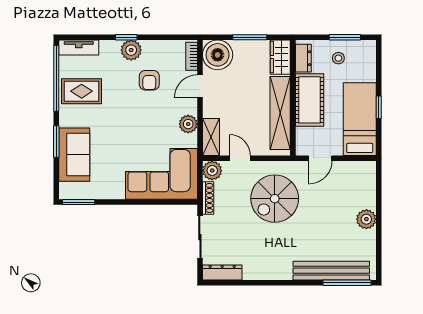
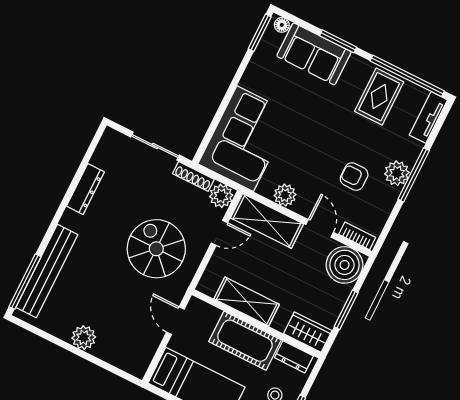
window: (126, 37) -> (414, 175), width x2.17
shelving: (280, 113) -> (247, 302), width x0.68
shelving: (211, 137) -> (267, 221), width x1.50, depth x1.33
floor lamp: (65, 189) -> (282, 25), added
dresser: (222, 272) -> (85, 189), moved

